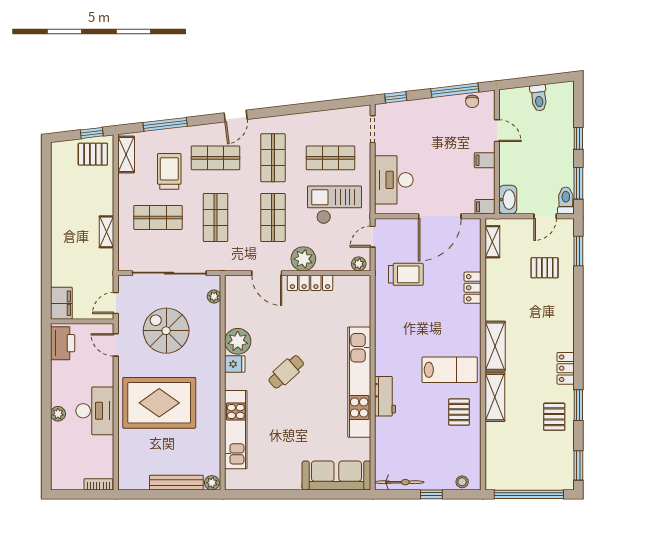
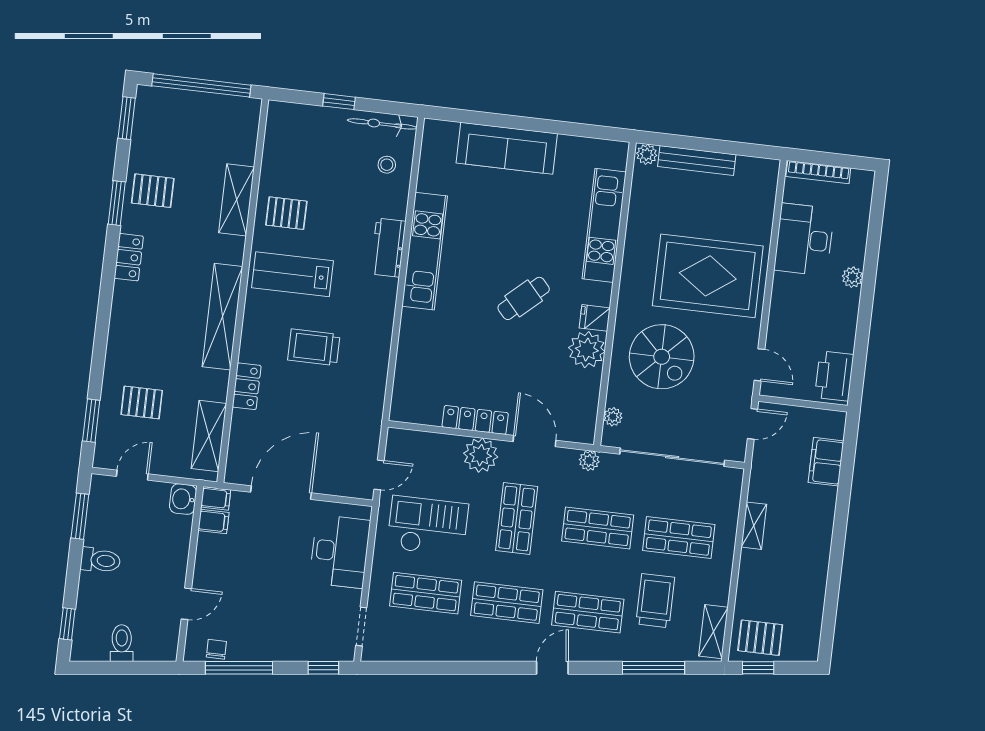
door: (497, 131) -> (186, 604), swing flipped
window: (578, 138) -> (67, 624), moved
shop shelf: (273, 158) -> (507, 603), turned 90
filing cabinet: (485, 160) -> (213, 522), moved
trolley: (169, 171) -> (655, 601), turned 180
washbasin: (508, 200) -> (183, 499), width x0.72
toilet: (566, 201) -> (100, 560), moved, turned -90
checkout: (334, 205) -> (428, 526), turned 180
shop shelf: (215, 217) -> (598, 528), turned 90
shelving: (492, 242) -> (209, 436), width x1.50, depth x1.33
plant: (359, 264) -> (589, 461), moved
trolley: (406, 274) -> (314, 347), moved
filing cabinet: (61, 303) -> (826, 462), moved
spiral stairs: (166, 331) -> (662, 357), moved
shelving: (495, 346) -> (222, 317), width x1.47
kitchen unit: (359, 382) -> (425, 251), width x0.73
shelving: (495, 397) -> (237, 200), moved
desk: (95, 411) -> (804, 239), moved
pallet: (459, 412) -> (286, 213), turned 90
pallet: (554, 417) -> (153, 191), turned 90
sofa: (336, 475) -> (507, 148), moved
stool: (462, 482) -> (387, 165), moved
bookcase: (98, 484) -> (818, 172), width x1.56

